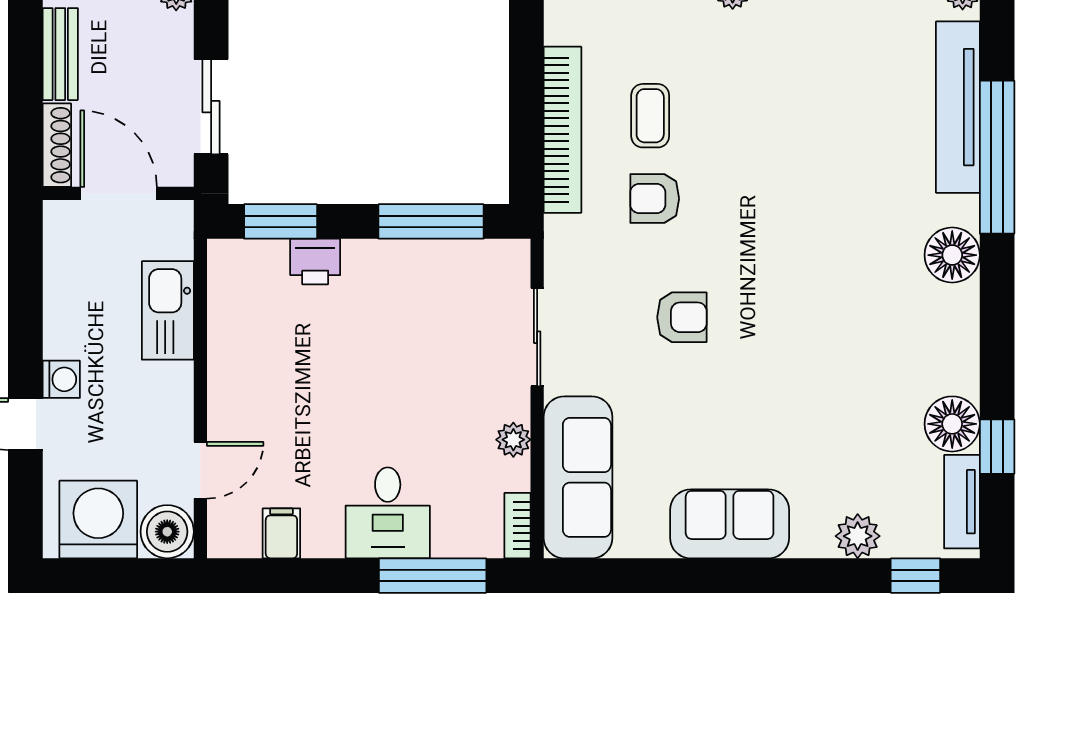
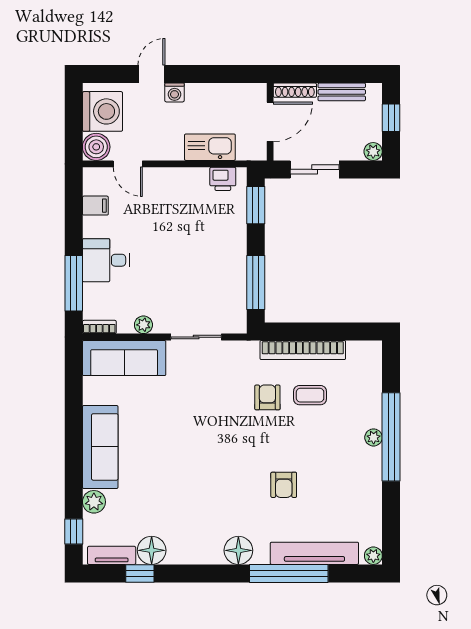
printer: (315, 261) -> (223, 179), moved, turned -90
armchair: (682, 317) -> (284, 485), moved
sofa: (730, 524) -> (100, 447), width x1.36

